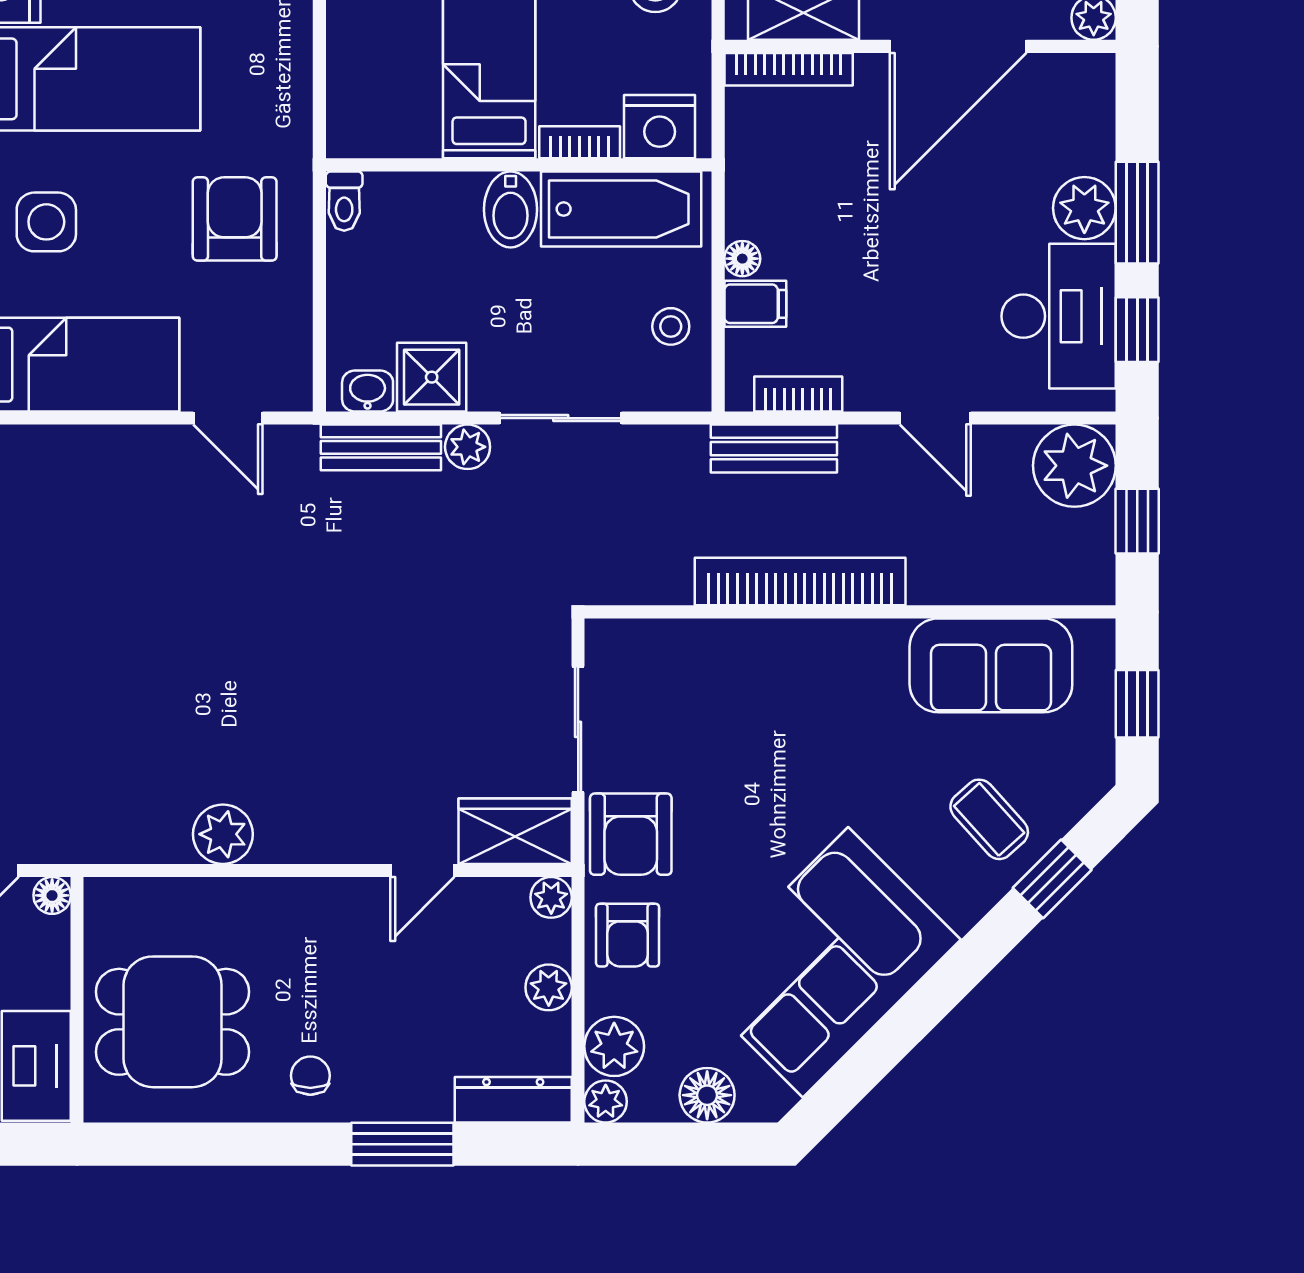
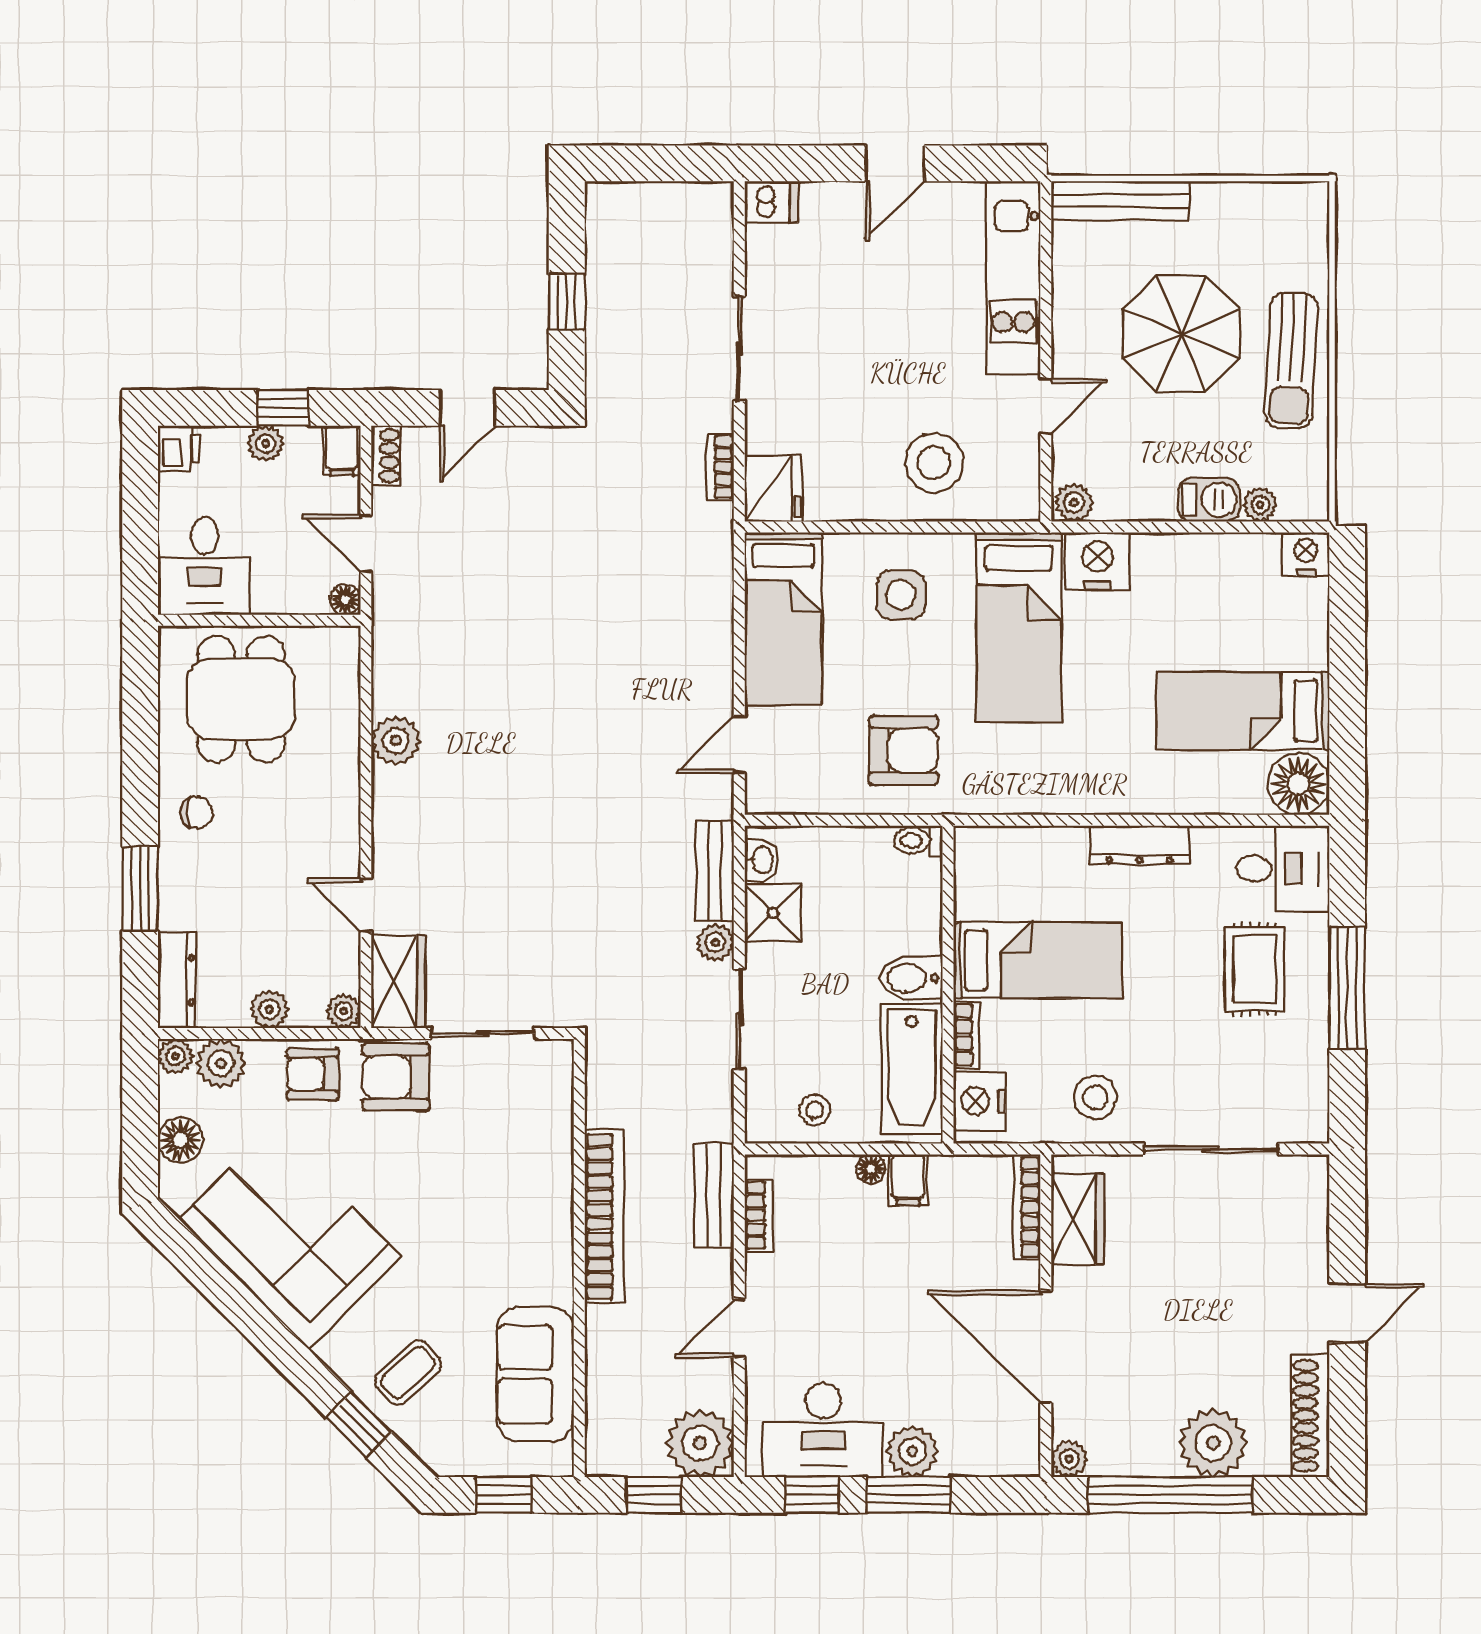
filing cabinet: (755, 304) -> (908, 1180), moved

